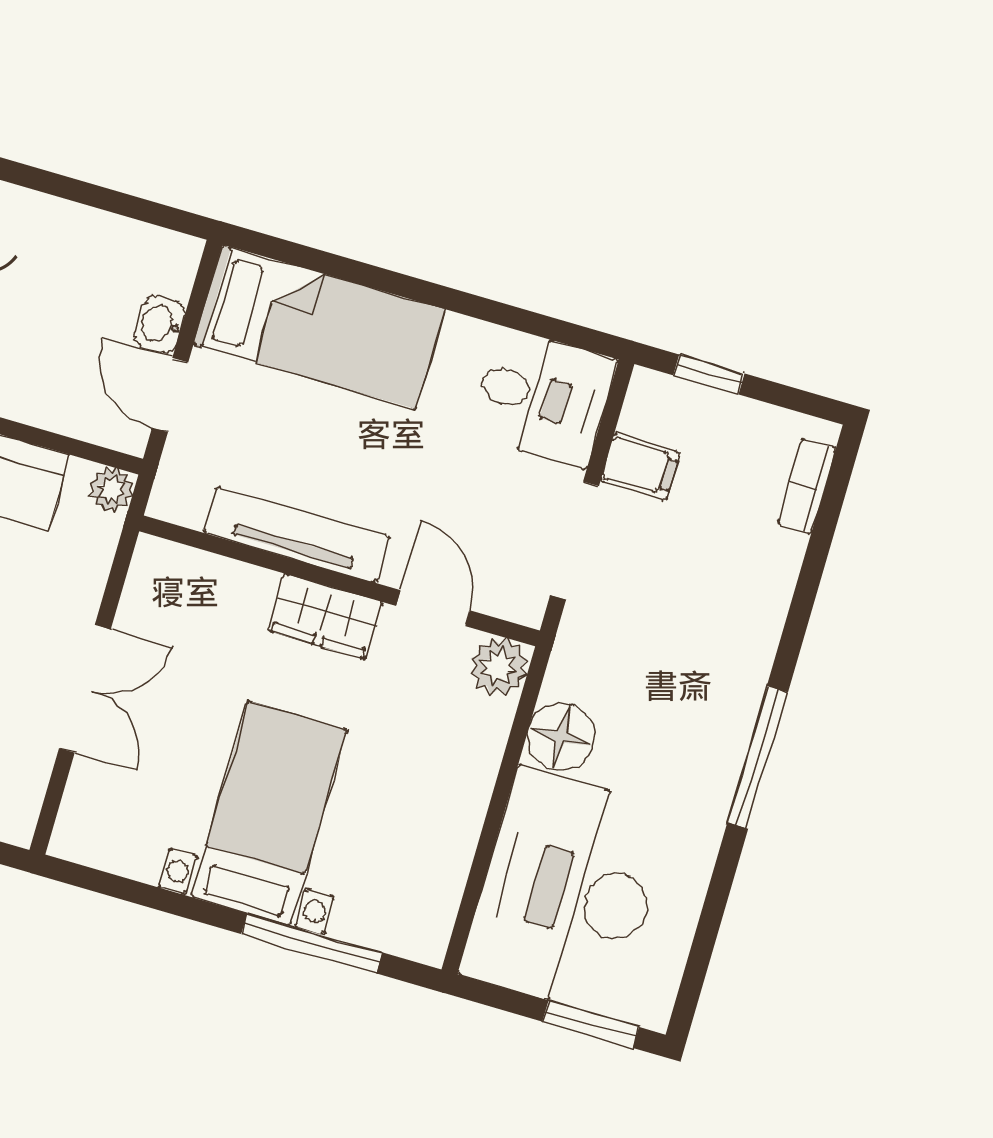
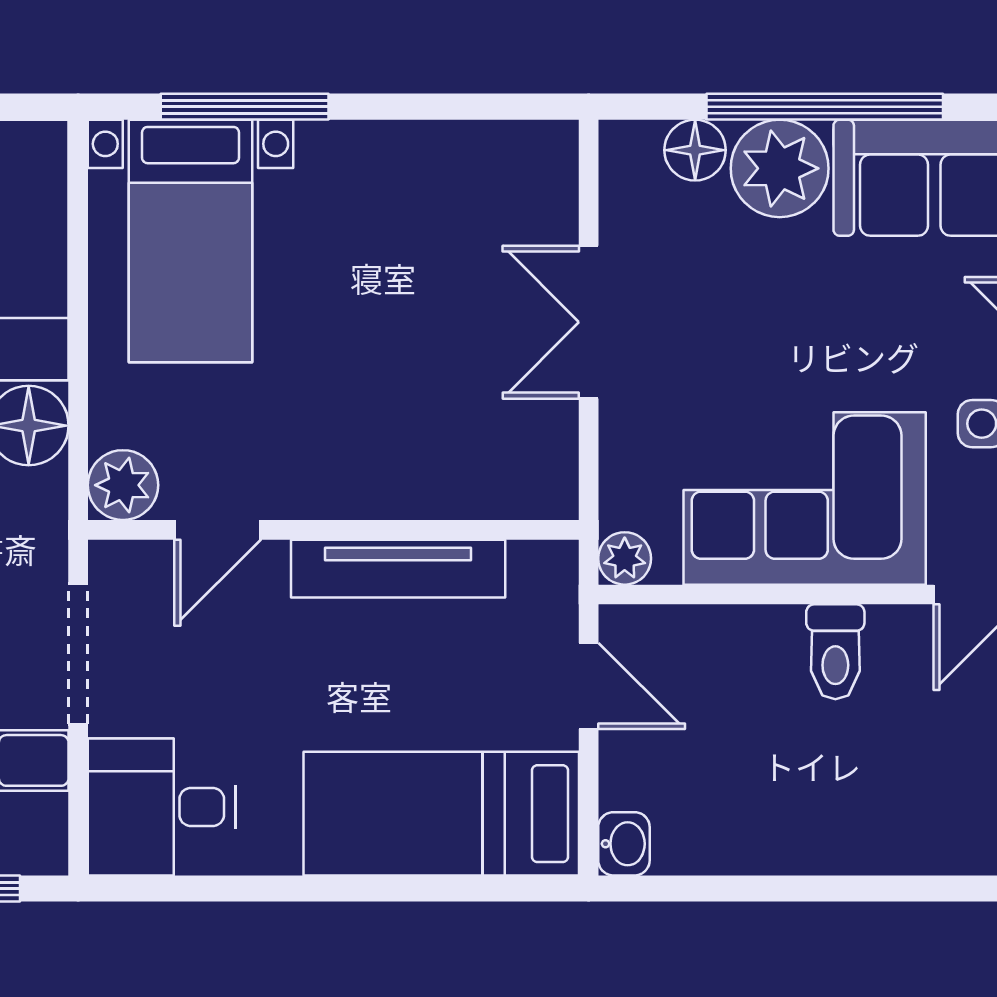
washbasin: (160, 324) -> (624, 844), moved
door: (433, 608) -> (218, 530), hinge flipped
wardrobe: (325, 616) -> (338, 485), removed
bed with nightstands: (269, 813) -> (190, 241), moved

